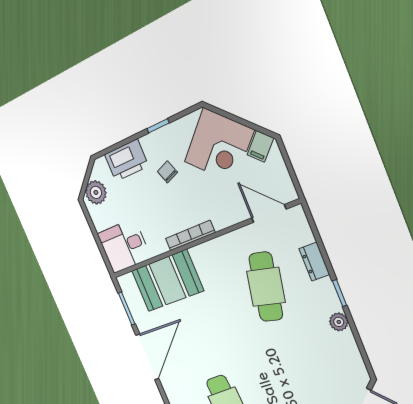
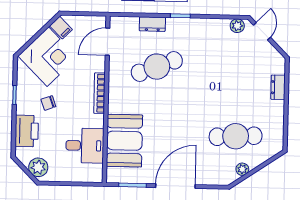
bookcase: (190, 236) -> (99, 93), moved
desk: (124, 246) -> (85, 146), moved, turned -90
cafe table: (266, 287) -> (157, 67), turned -33
plant: (339, 322) -> (237, 26), moved
door: (147, 357) -> (175, 186), hinge flipped

